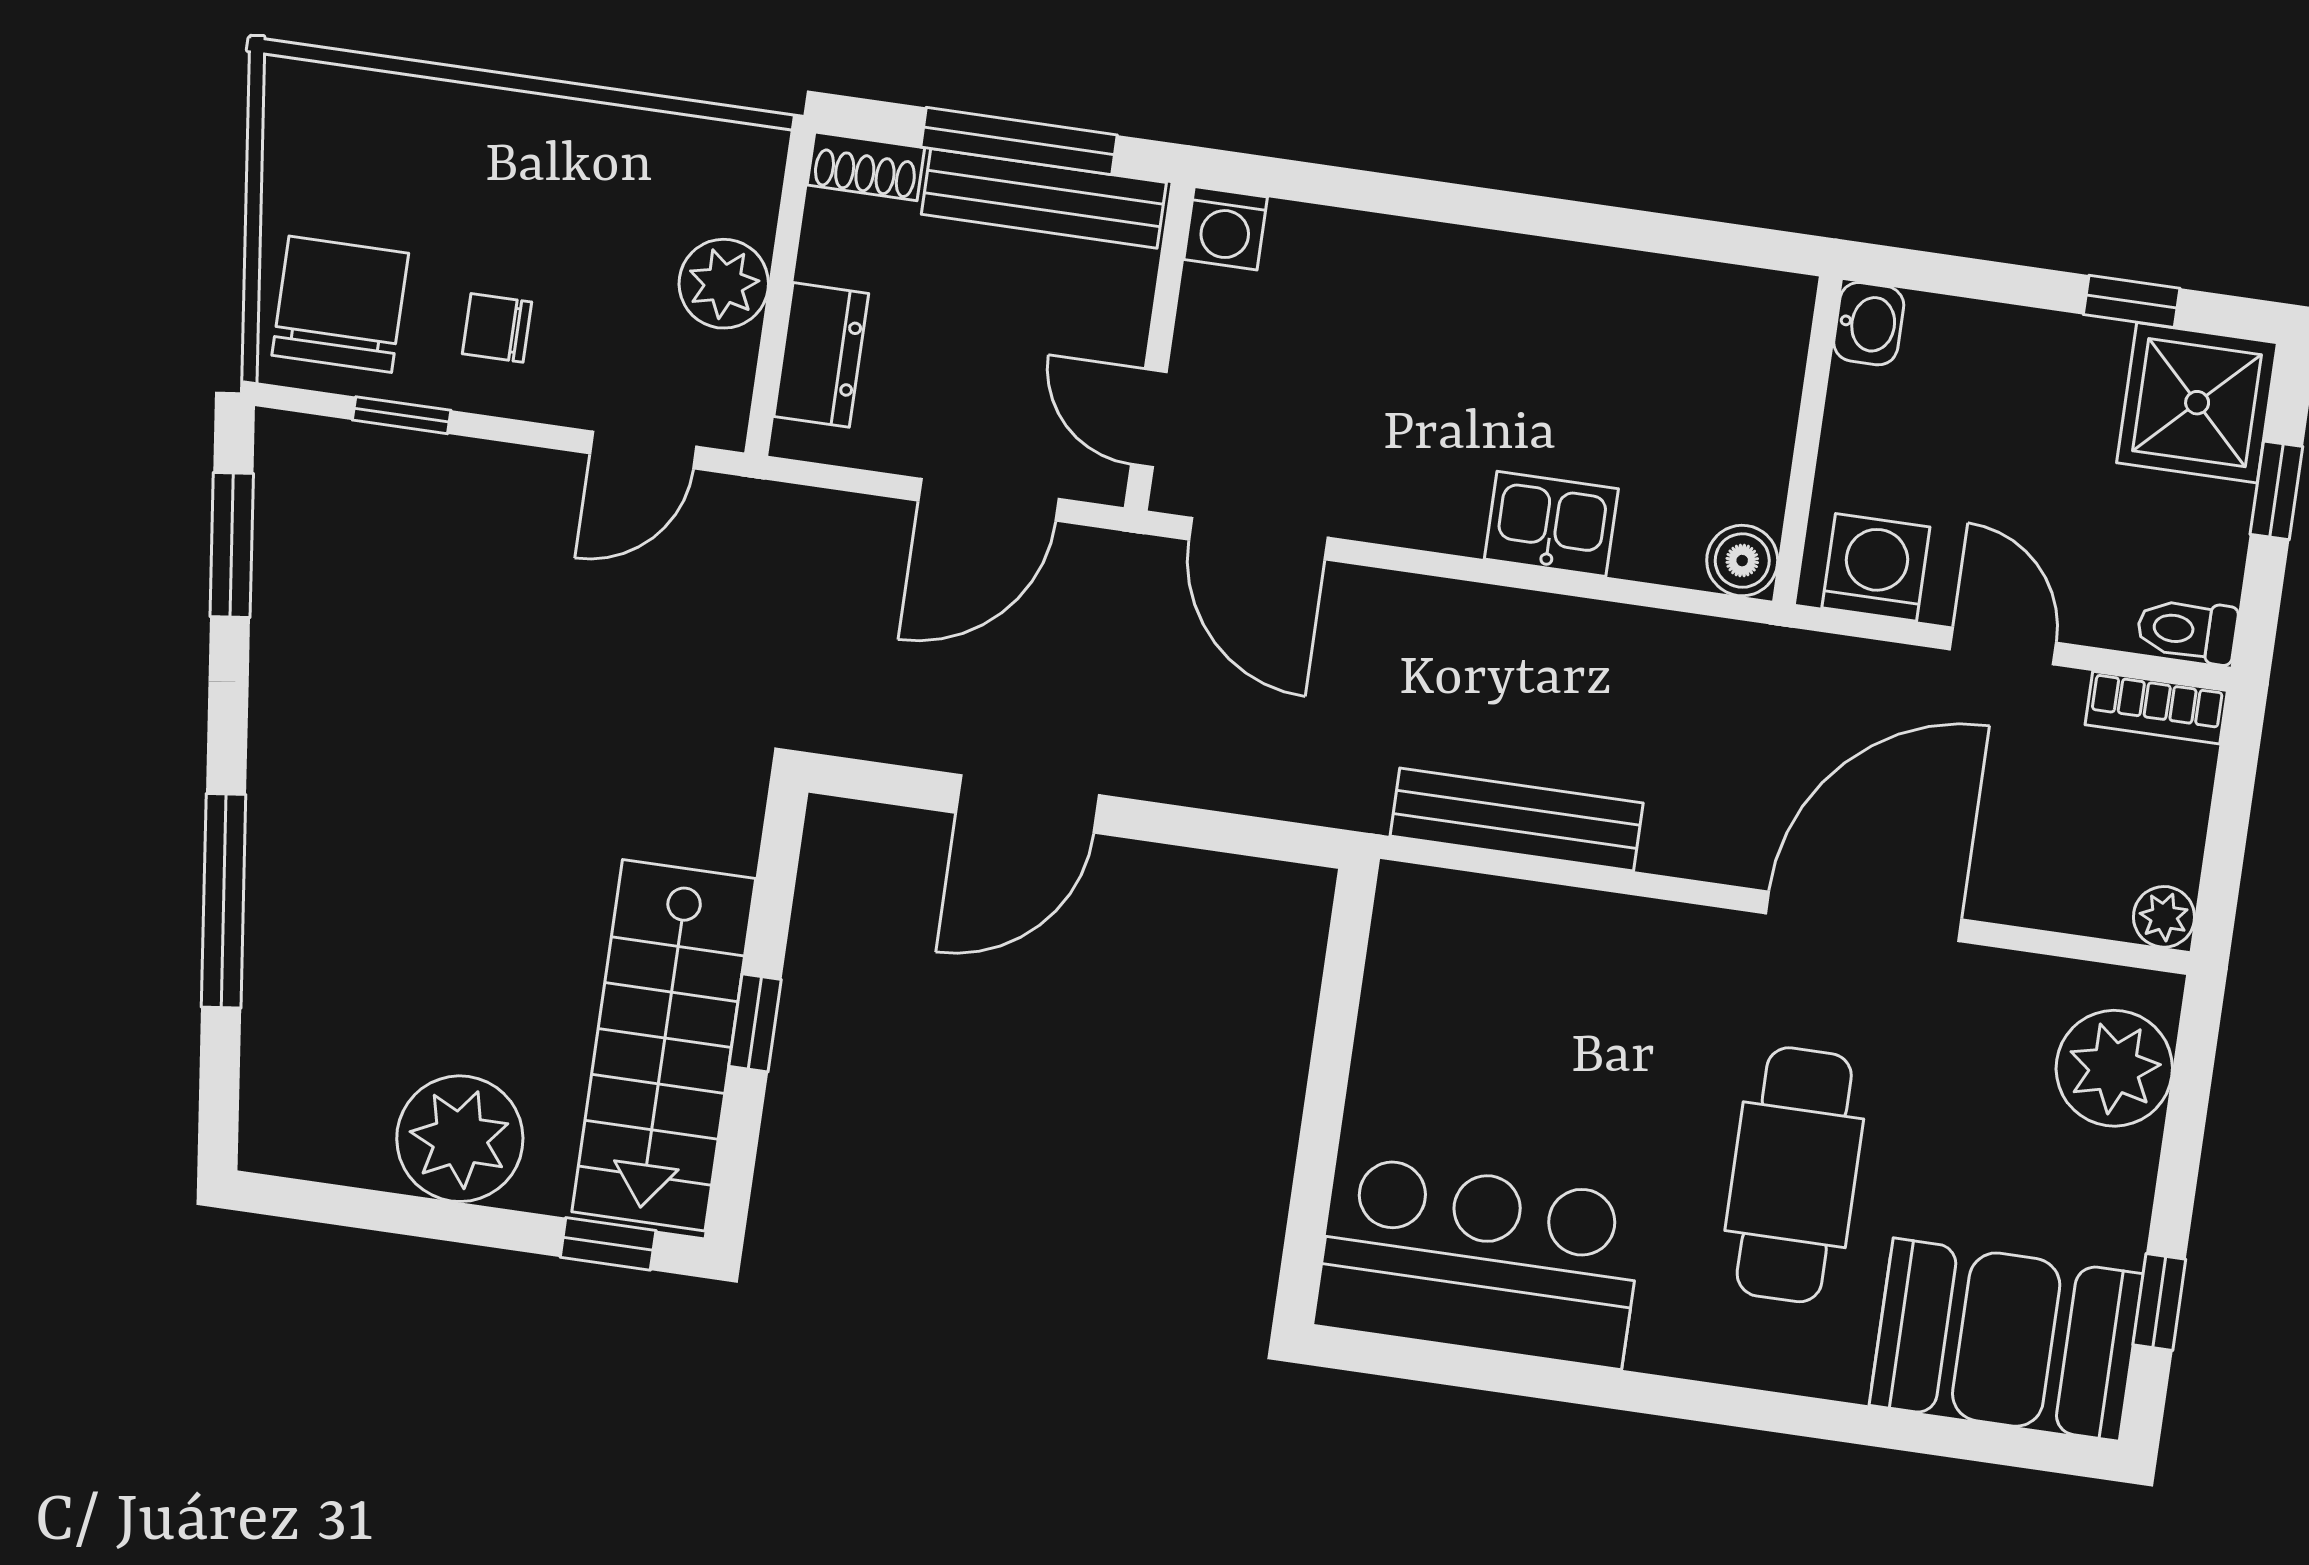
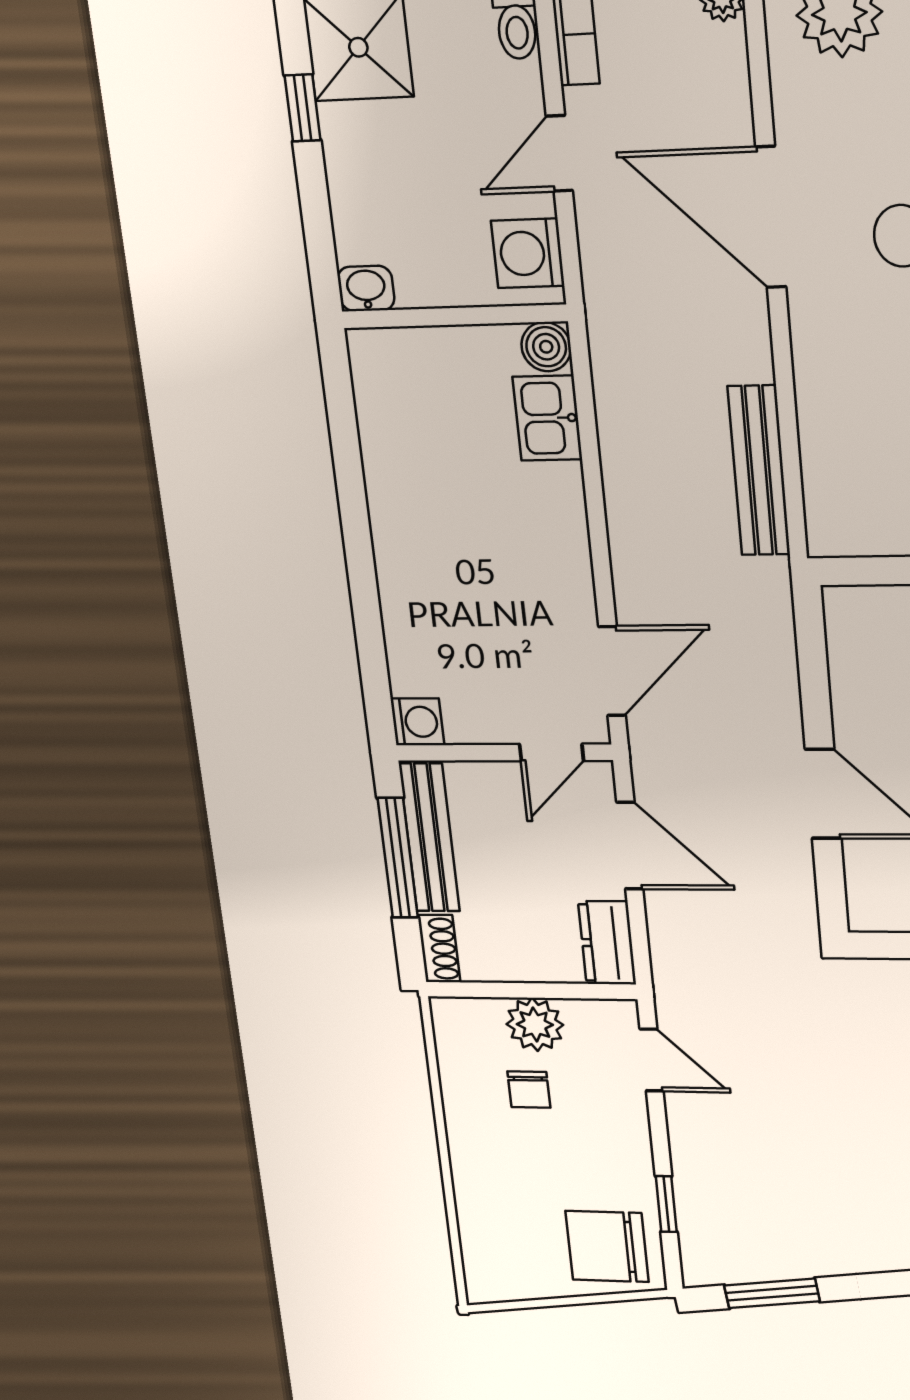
chair: (497, 328) -> (529, 1090), moved
dresser: (821, 355) -> (607, 943), moved, turned -90
kitchen sink: (1551, 524) -> (547, 418), moved

